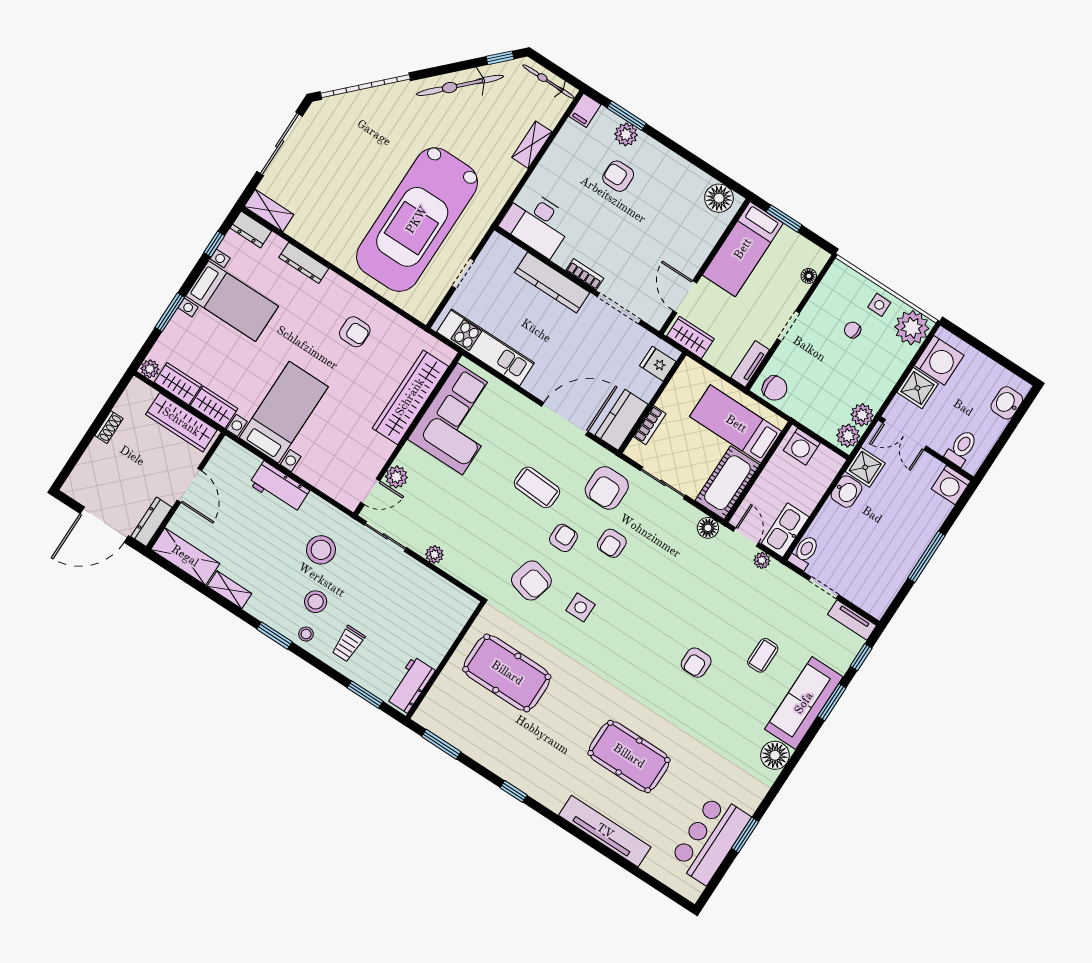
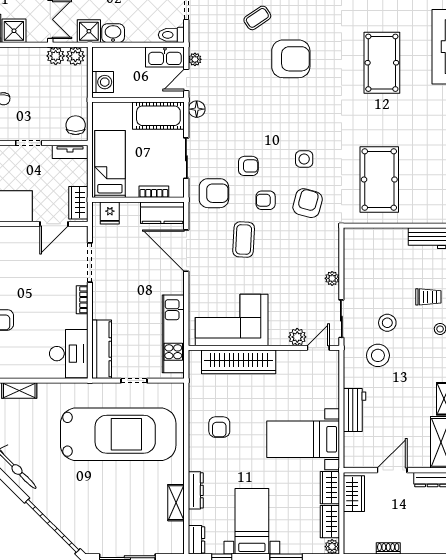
shelving: (269, 210) -> (176, 503), moved
kitchen counter: (552, 283) -> (102, 349), moved
armchair: (355, 332) -> (219, 427), turned 180
wardrobe: (181, 422) -> (354, 494), width x0.67
bed: (736, 424) -> (110, 164), moved, turned 180
door: (370, 492) -> (318, 348), hinge flipped
stool: (316, 602) -> (387, 323), moved
coffee table: (763, 655) -> (257, 18), turned -34
armchair: (696, 663) -> (291, 59), width x1.88, depth x1.88

